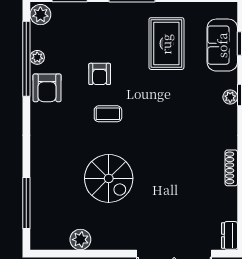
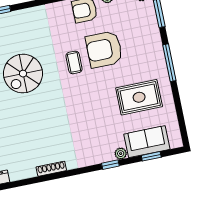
armchair: (100, 74) -> (104, 49), width x1.88, depth x1.88
plant: (230, 97) -> (121, 154), moved

